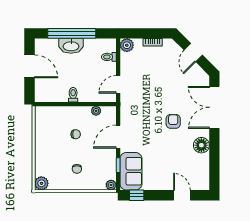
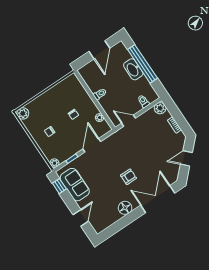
door: (118, 137) -> (92, 145), hinge flipped
sofa: (131, 171) -> (75, 185), moved, turned -90

